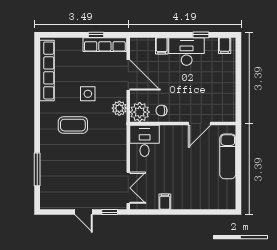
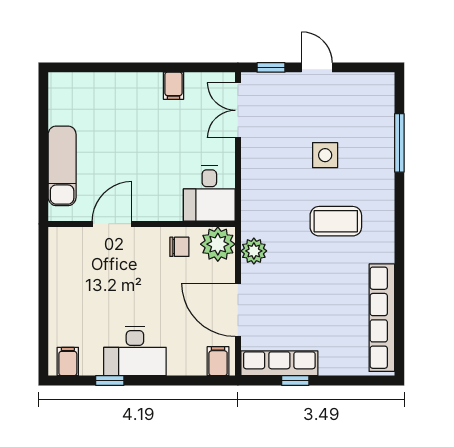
filing cabinet: (162, 46) -> (218, 361), moved
side table: (88, 94) -> (325, 155), moved

